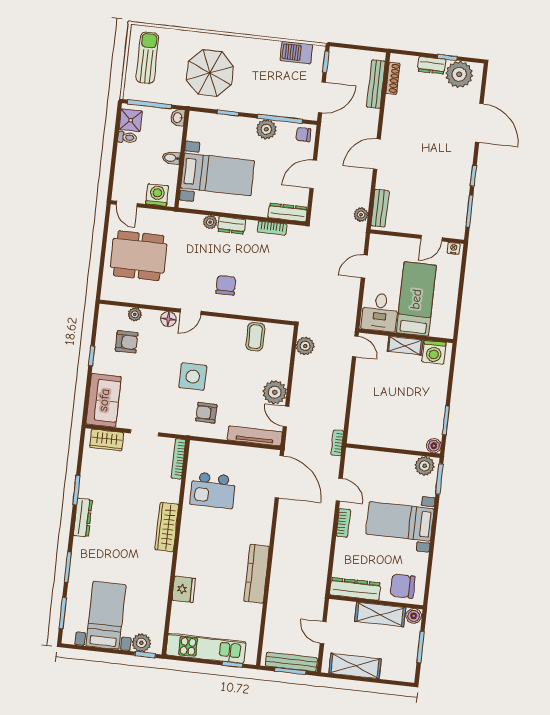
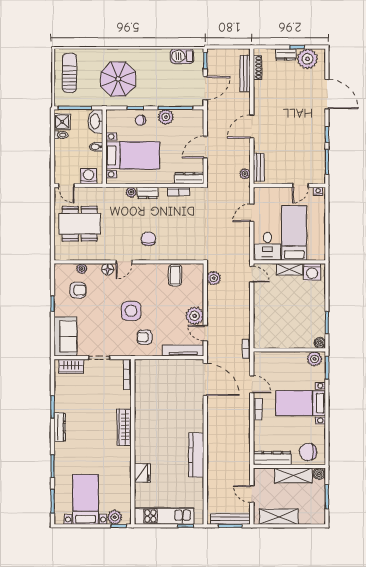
washbasin: (178, 118) -> (95, 121), width x1.91, depth x1.45
chair: (303, 135) -> (140, 120), moved
kitchen island: (213, 490) -> (156, 395), removed

